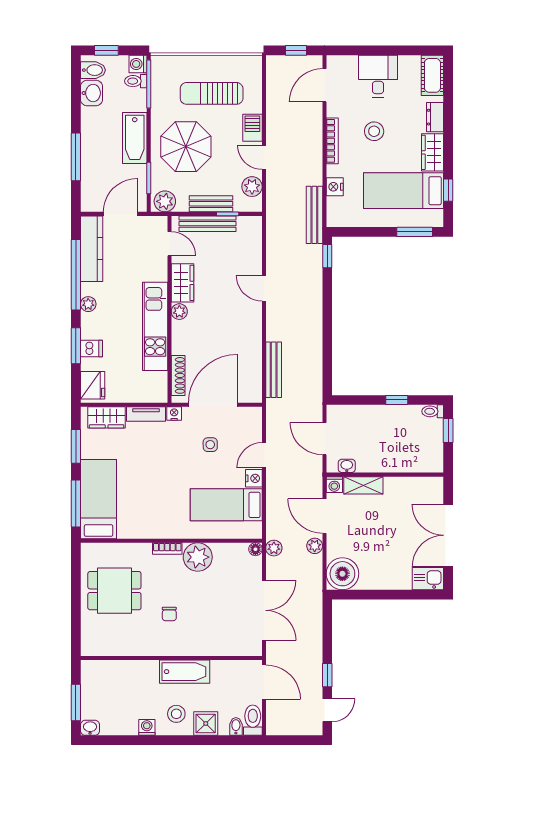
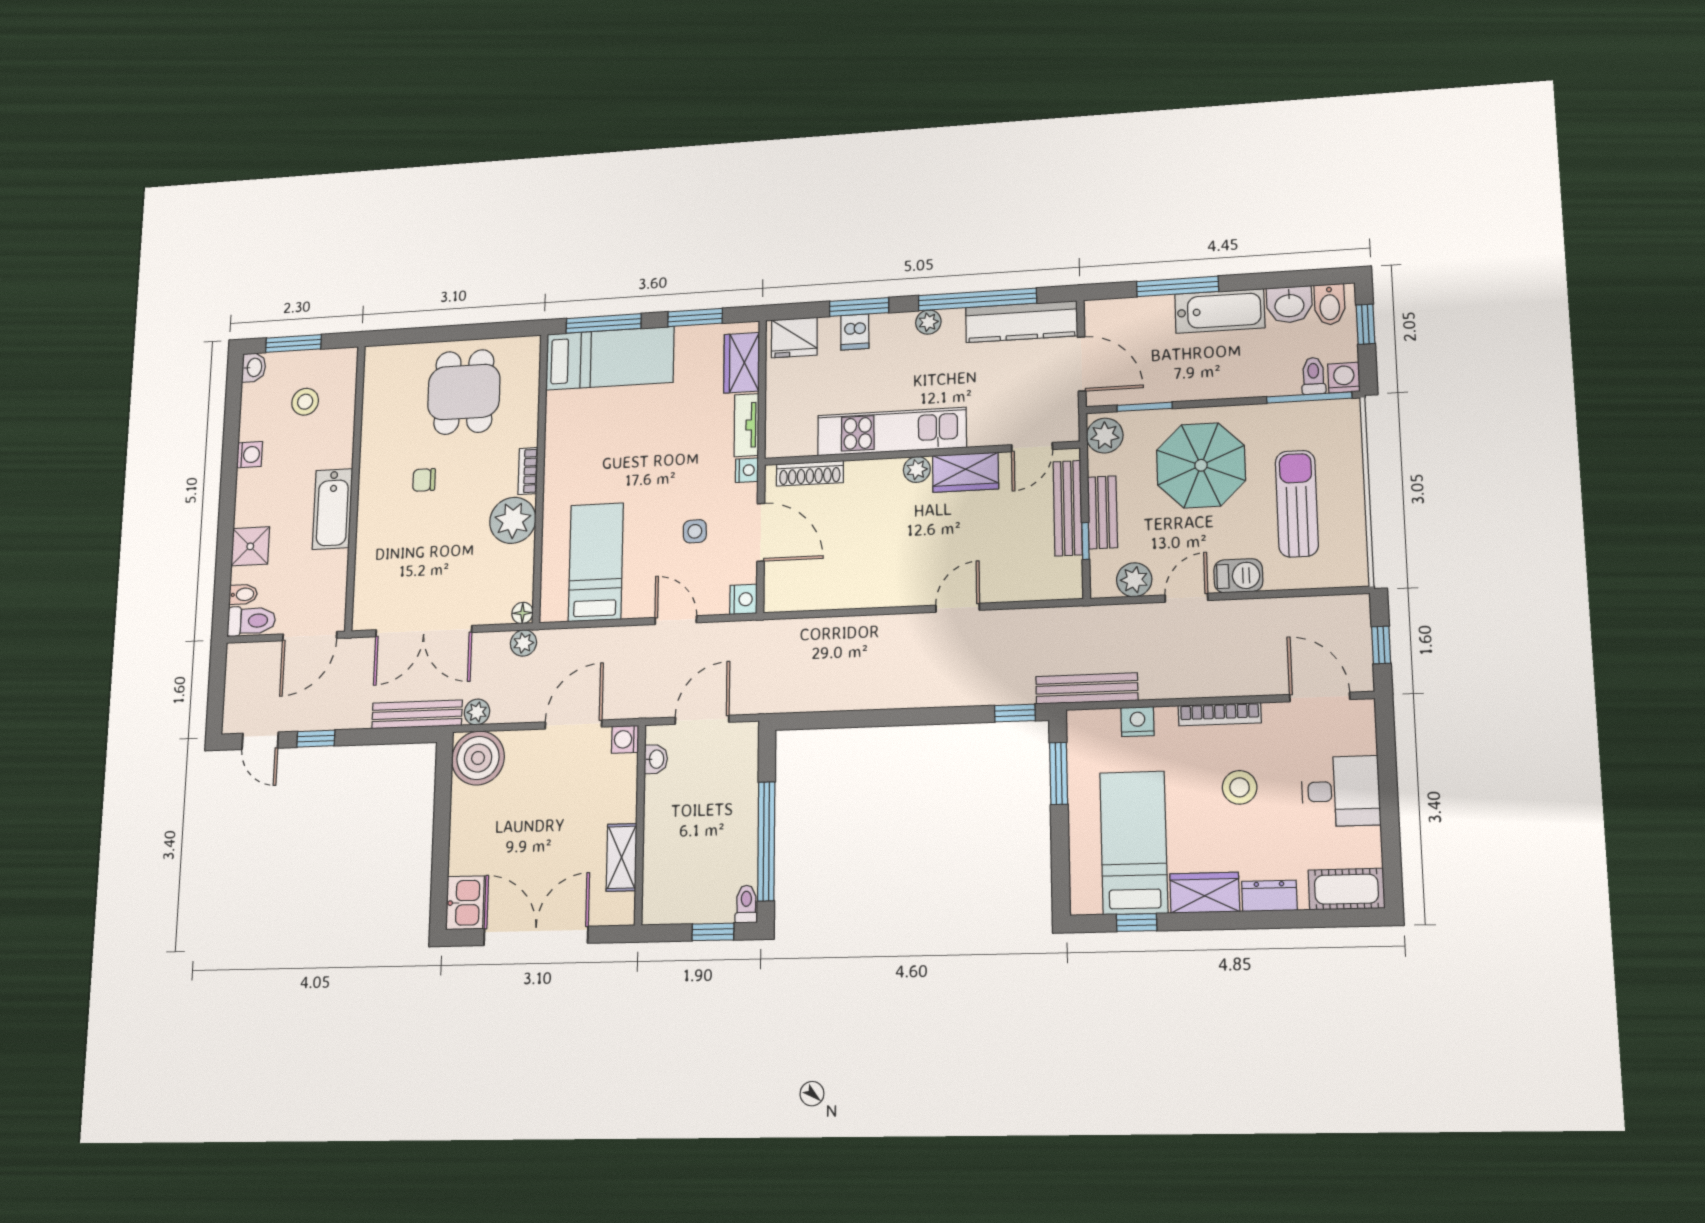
bathtub: (135, 138) -> (1220, 311), moved, turned 180
window: (415, 232) -> (1059, 773), moved
bench: (274, 370) -> (417, 714), moved
window: (397, 400) -> (766, 841), width x3.17
door: (213, 405) -> (761, 532), width x0.73
nightstand: (254, 478) -> (743, 599), moved, turned -90
shelving: (363, 485) -> (622, 857), moved
plant: (315, 546) -> (477, 712), moved
stool: (176, 714) -> (305, 402), moved

